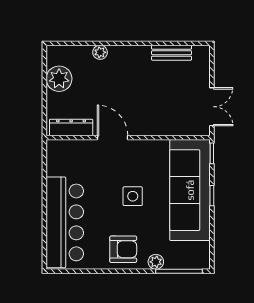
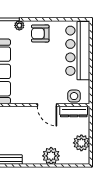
plant: (100, 52) -> (51, 156), width x1.87, depth x1.87
side table: (133, 196) -> (74, 96), moved

